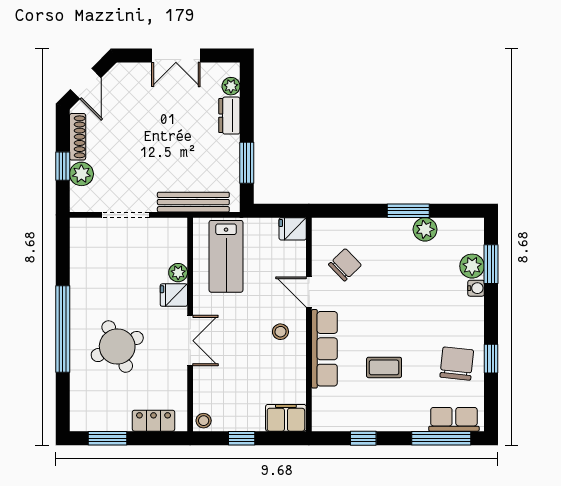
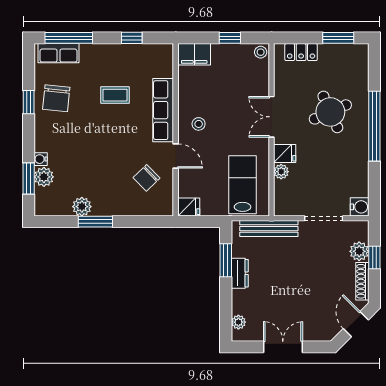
dresser: (229, 116) -> (240, 273), moved
water cooler: (81, 229) -> (360, 207), added

